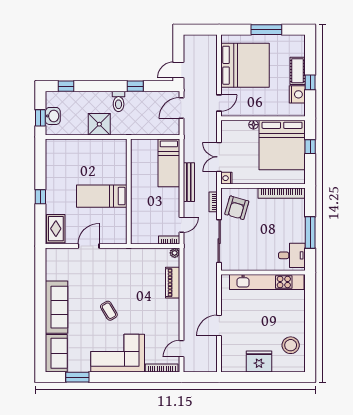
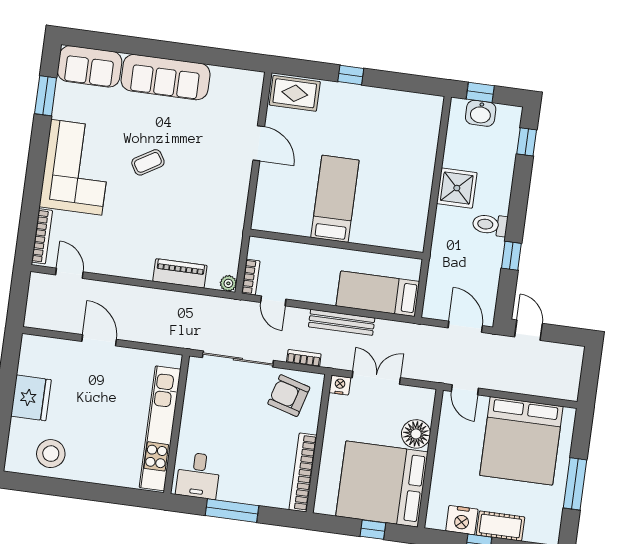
floor lamp: (253, 125) -> (416, 434), width x1.89, depth x1.89
wall: (129, 192) -> (336, 244), moved
bed: (102, 196) -> (335, 199), moved

